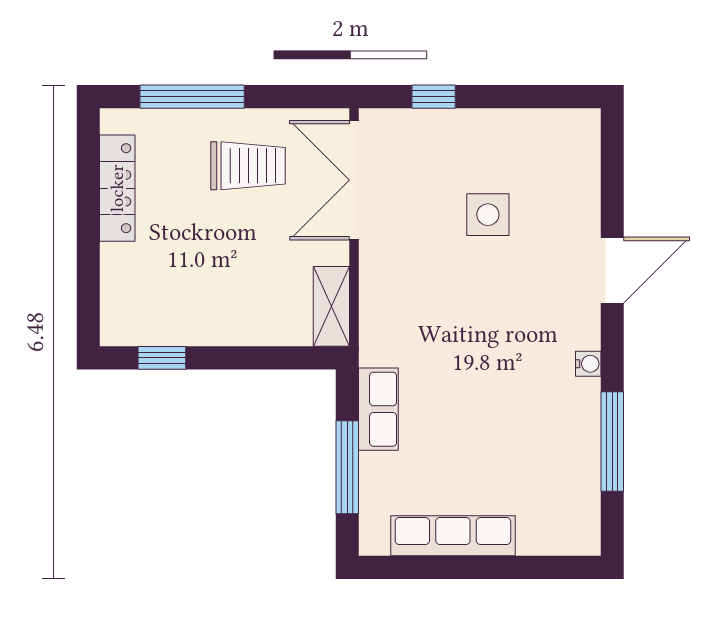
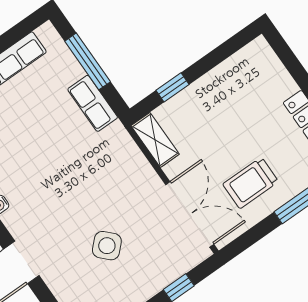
side table: (488, 215) -> (107, 246), turned 45
window: (162, 358) -> (173, 87), moved

